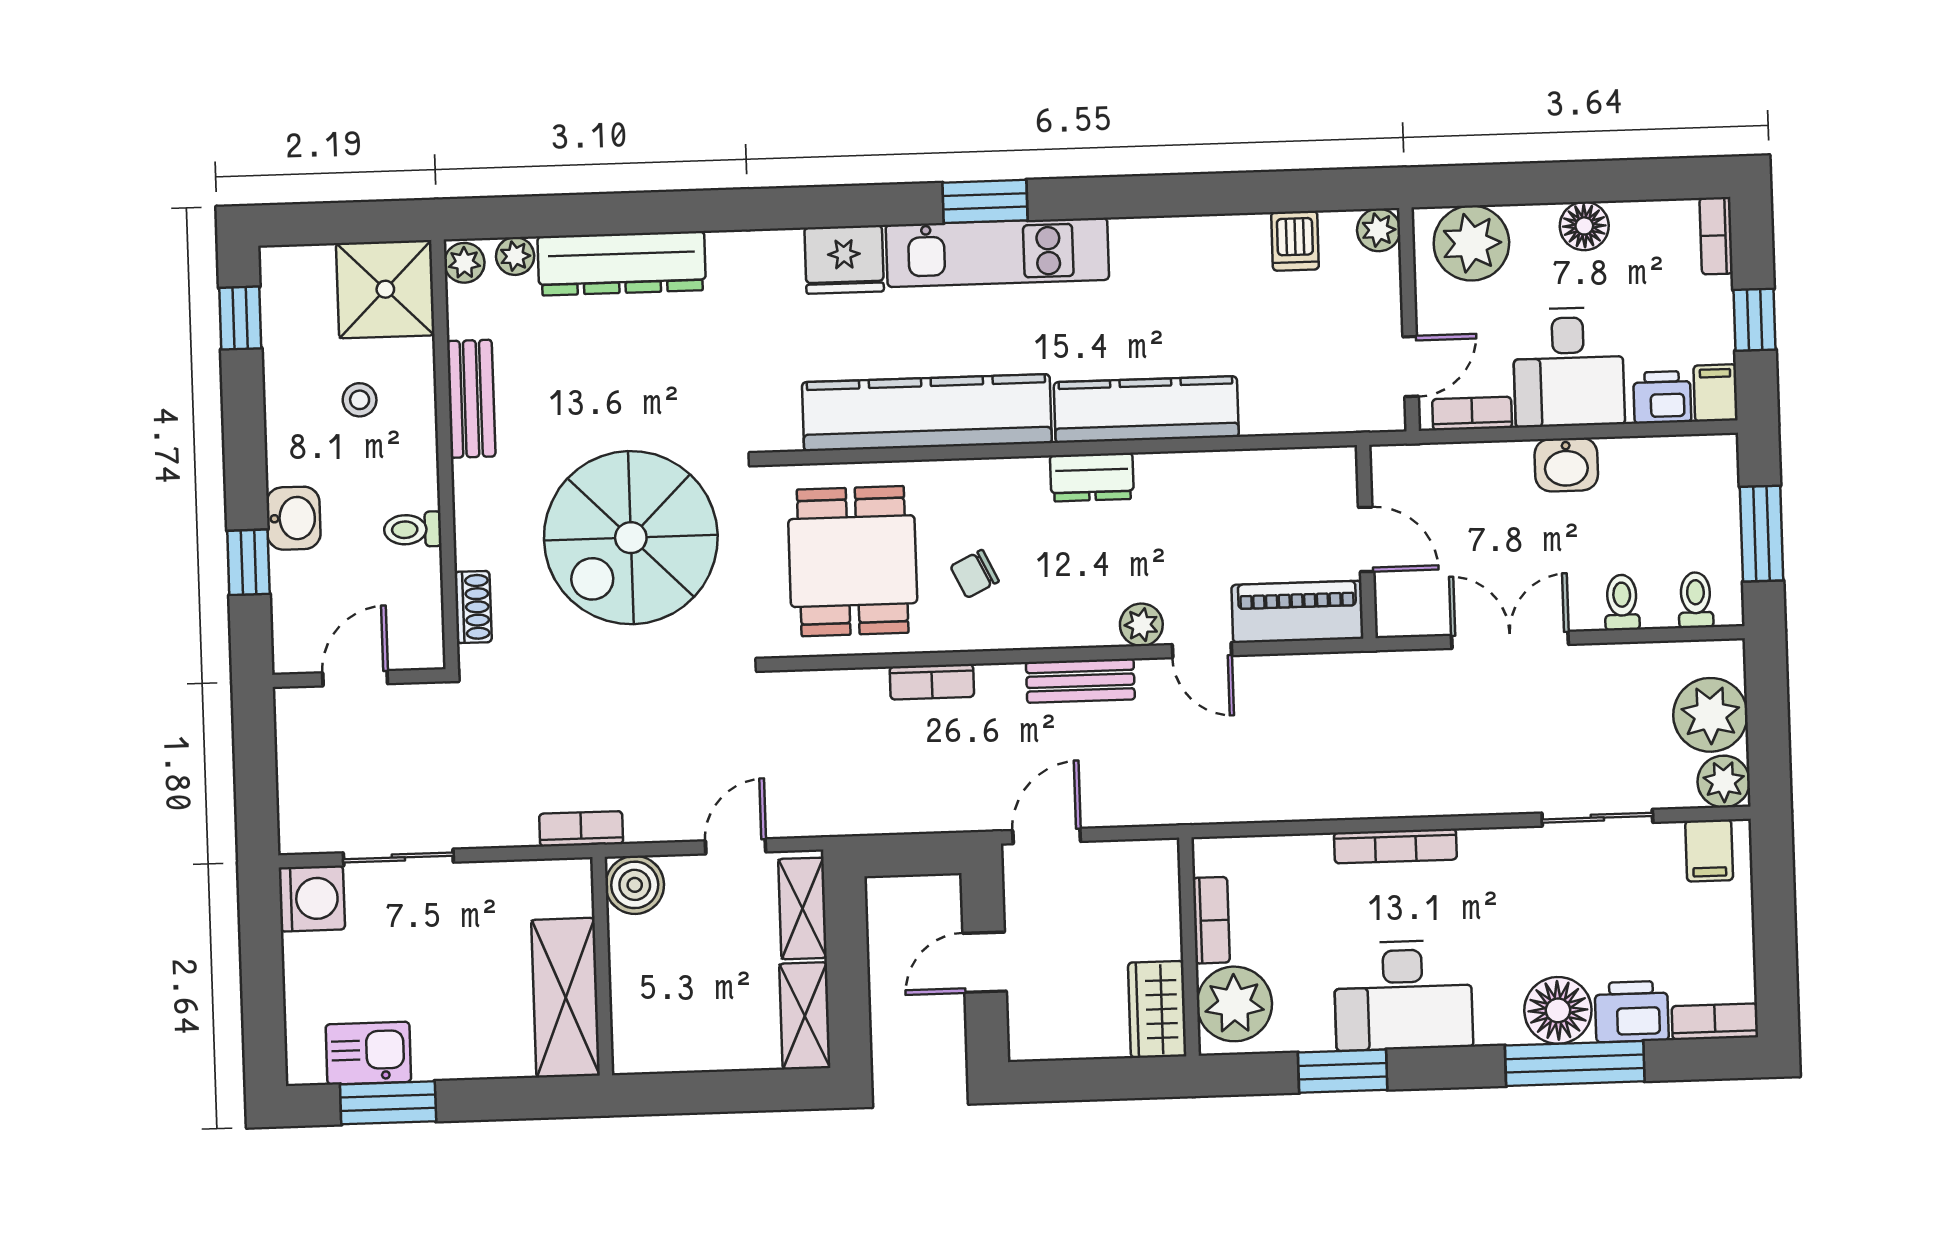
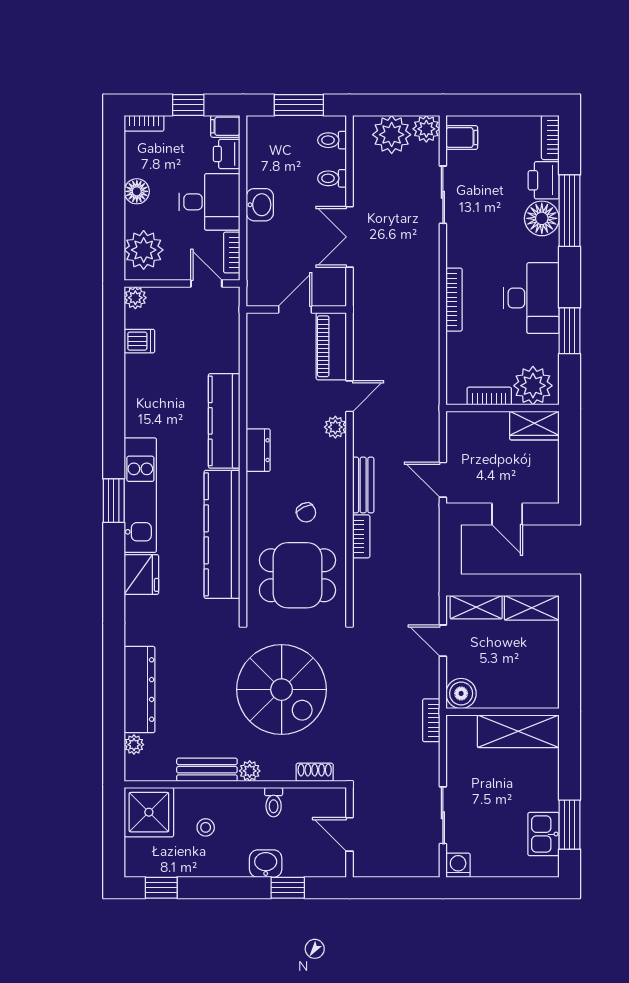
plant: (464, 263) -> (250, 771), moved
bench: (1080, 681) -> (363, 485), moved
washing machine: (312, 899) -> (458, 865), width x0.73, depth x0.73

